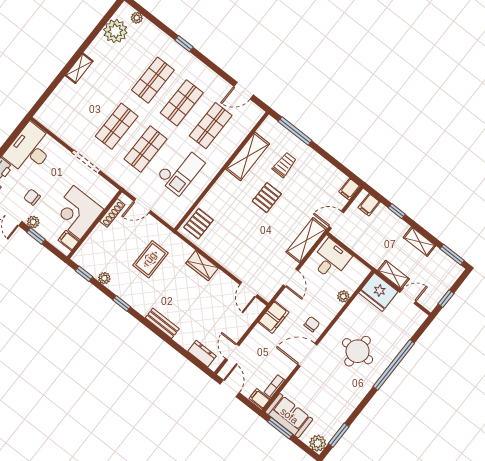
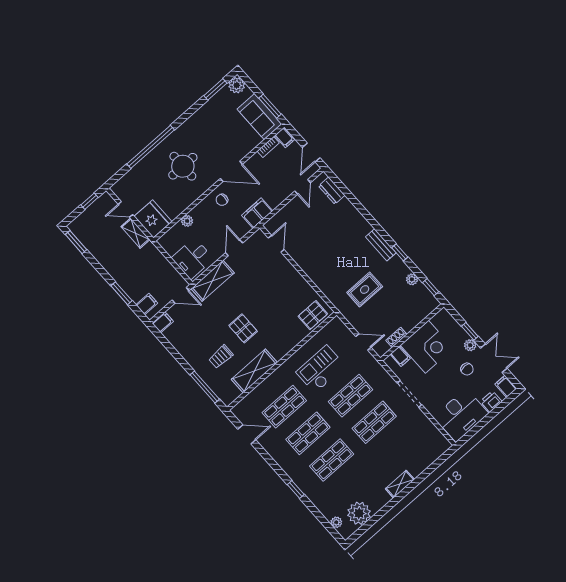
pallet: (267, 198) -> (243, 328), turned 90
window: (397, 211) -> (121, 293), width x1.50
shoe rack: (112, 213) -> (396, 337), width x0.70
filing cabinet: (69, 241) -> (400, 356), moved
shelving: (419, 242) -> (105, 260), removed
wardrobe: (202, 266) -> (317, 275), removed
bench: (162, 323) -> (381, 245), moved

